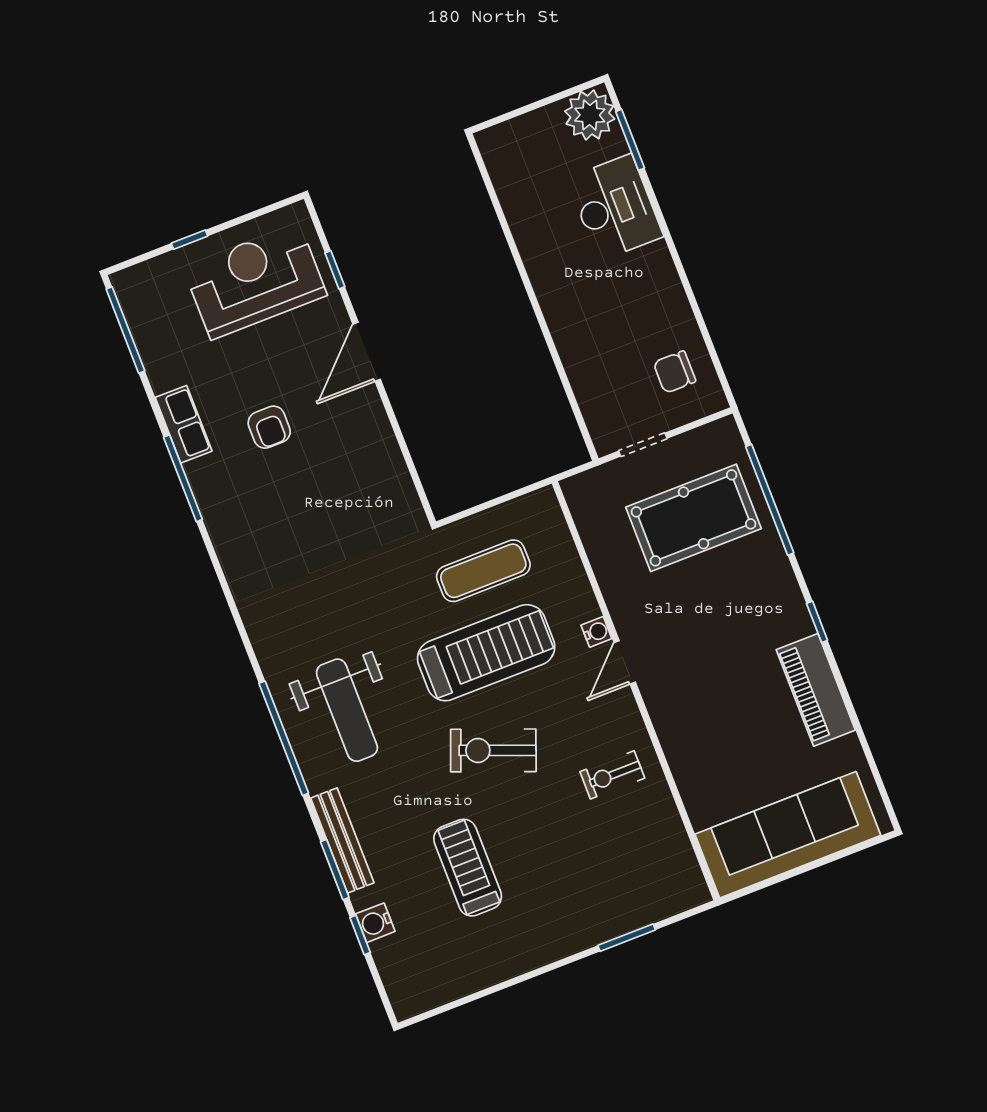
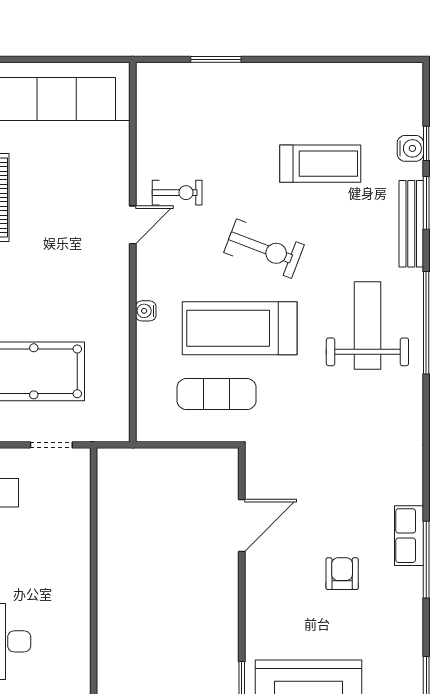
door: (367, 352) -> (242, 526), moved
row of seats: (184, 424) -> (409, 536), moved
door: (625, 662) -> (133, 225), moved
treadmill: (468, 868) -> (320, 164), turned -90

